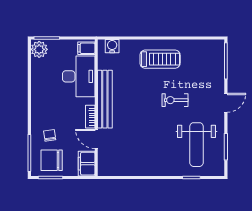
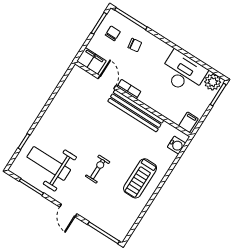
desk: (79, 76) -> (183, 73), moved, turned 180
door: (96, 139) -> (107, 82), hinge flipped
chair: (52, 160) -> (113, 33), width x0.54, depth x0.54

